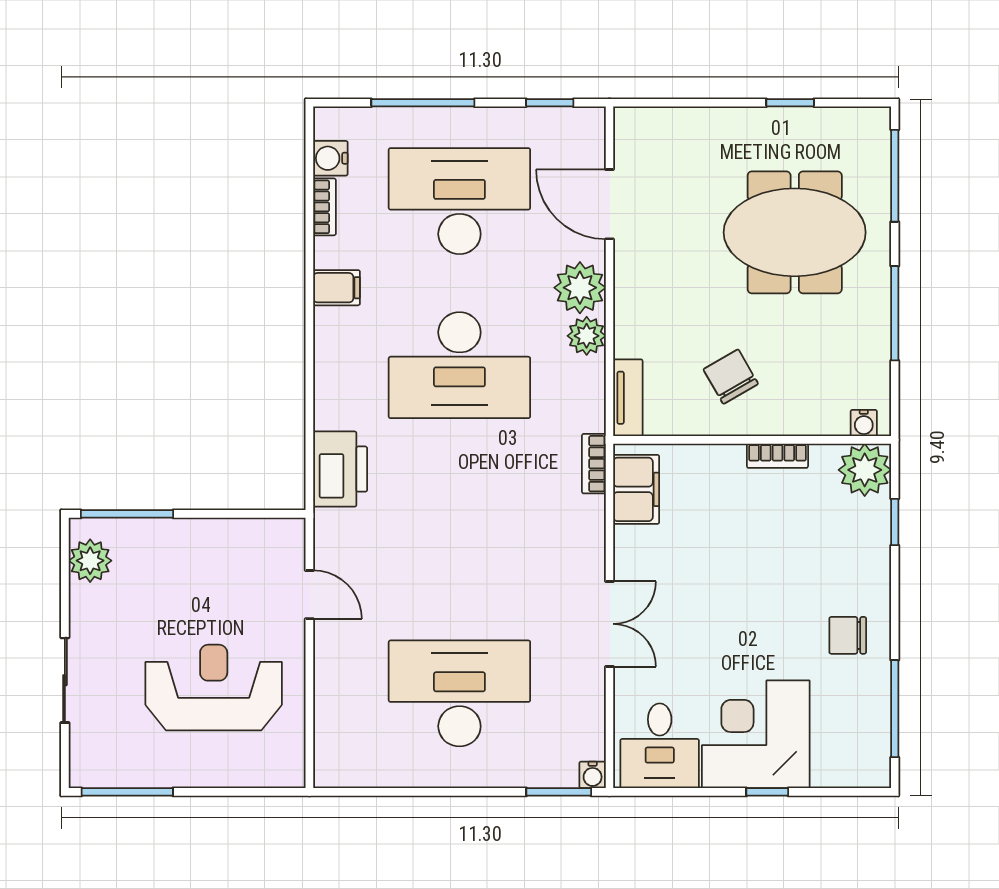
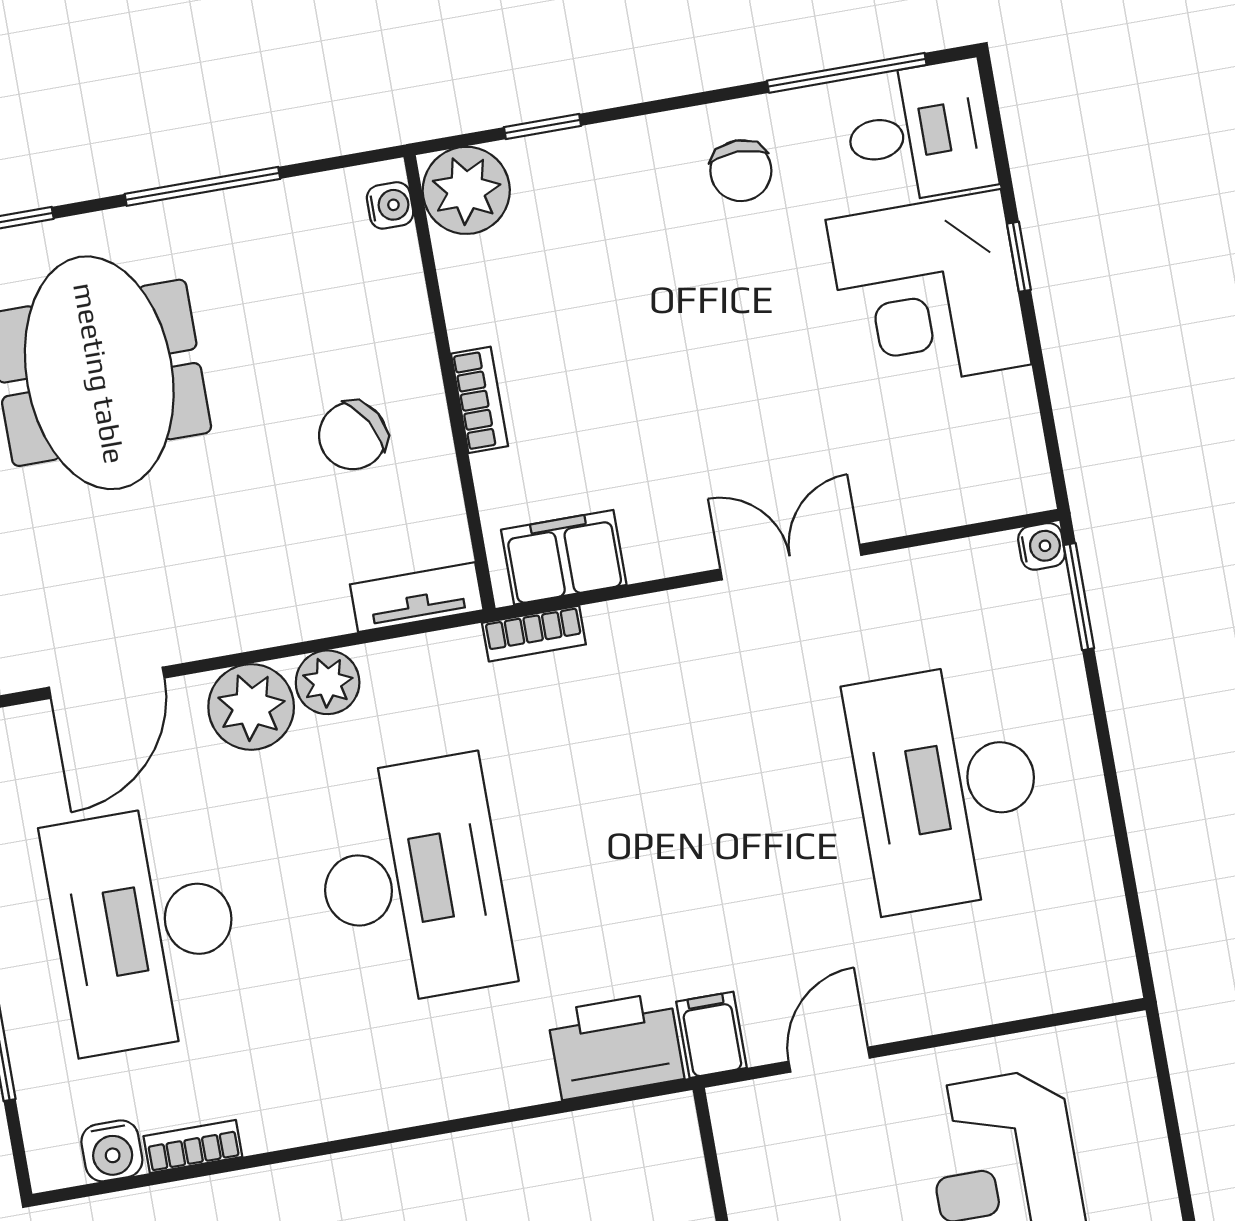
filing cabinet: (337, 288) -> (711, 1035), moved
bookcase: (777, 456) -> (479, 400), moved
desk: (660, 746) -> (920, 132), moved

